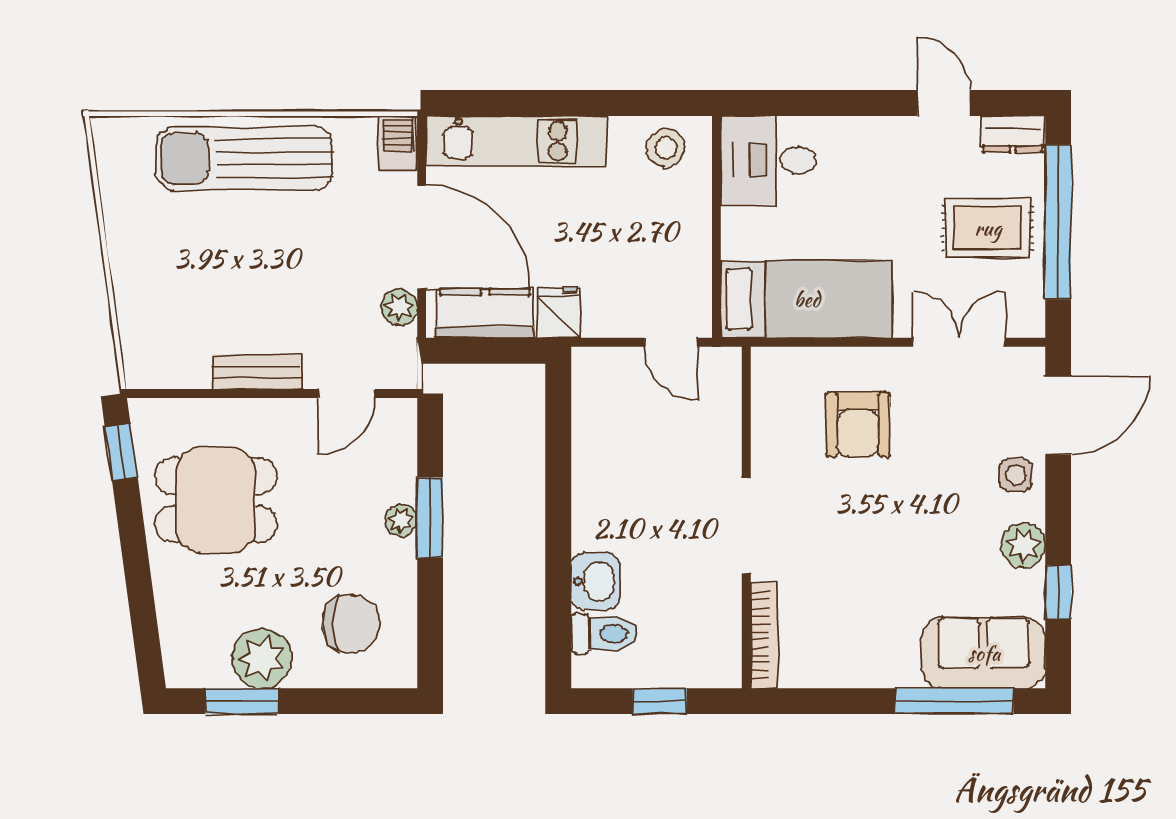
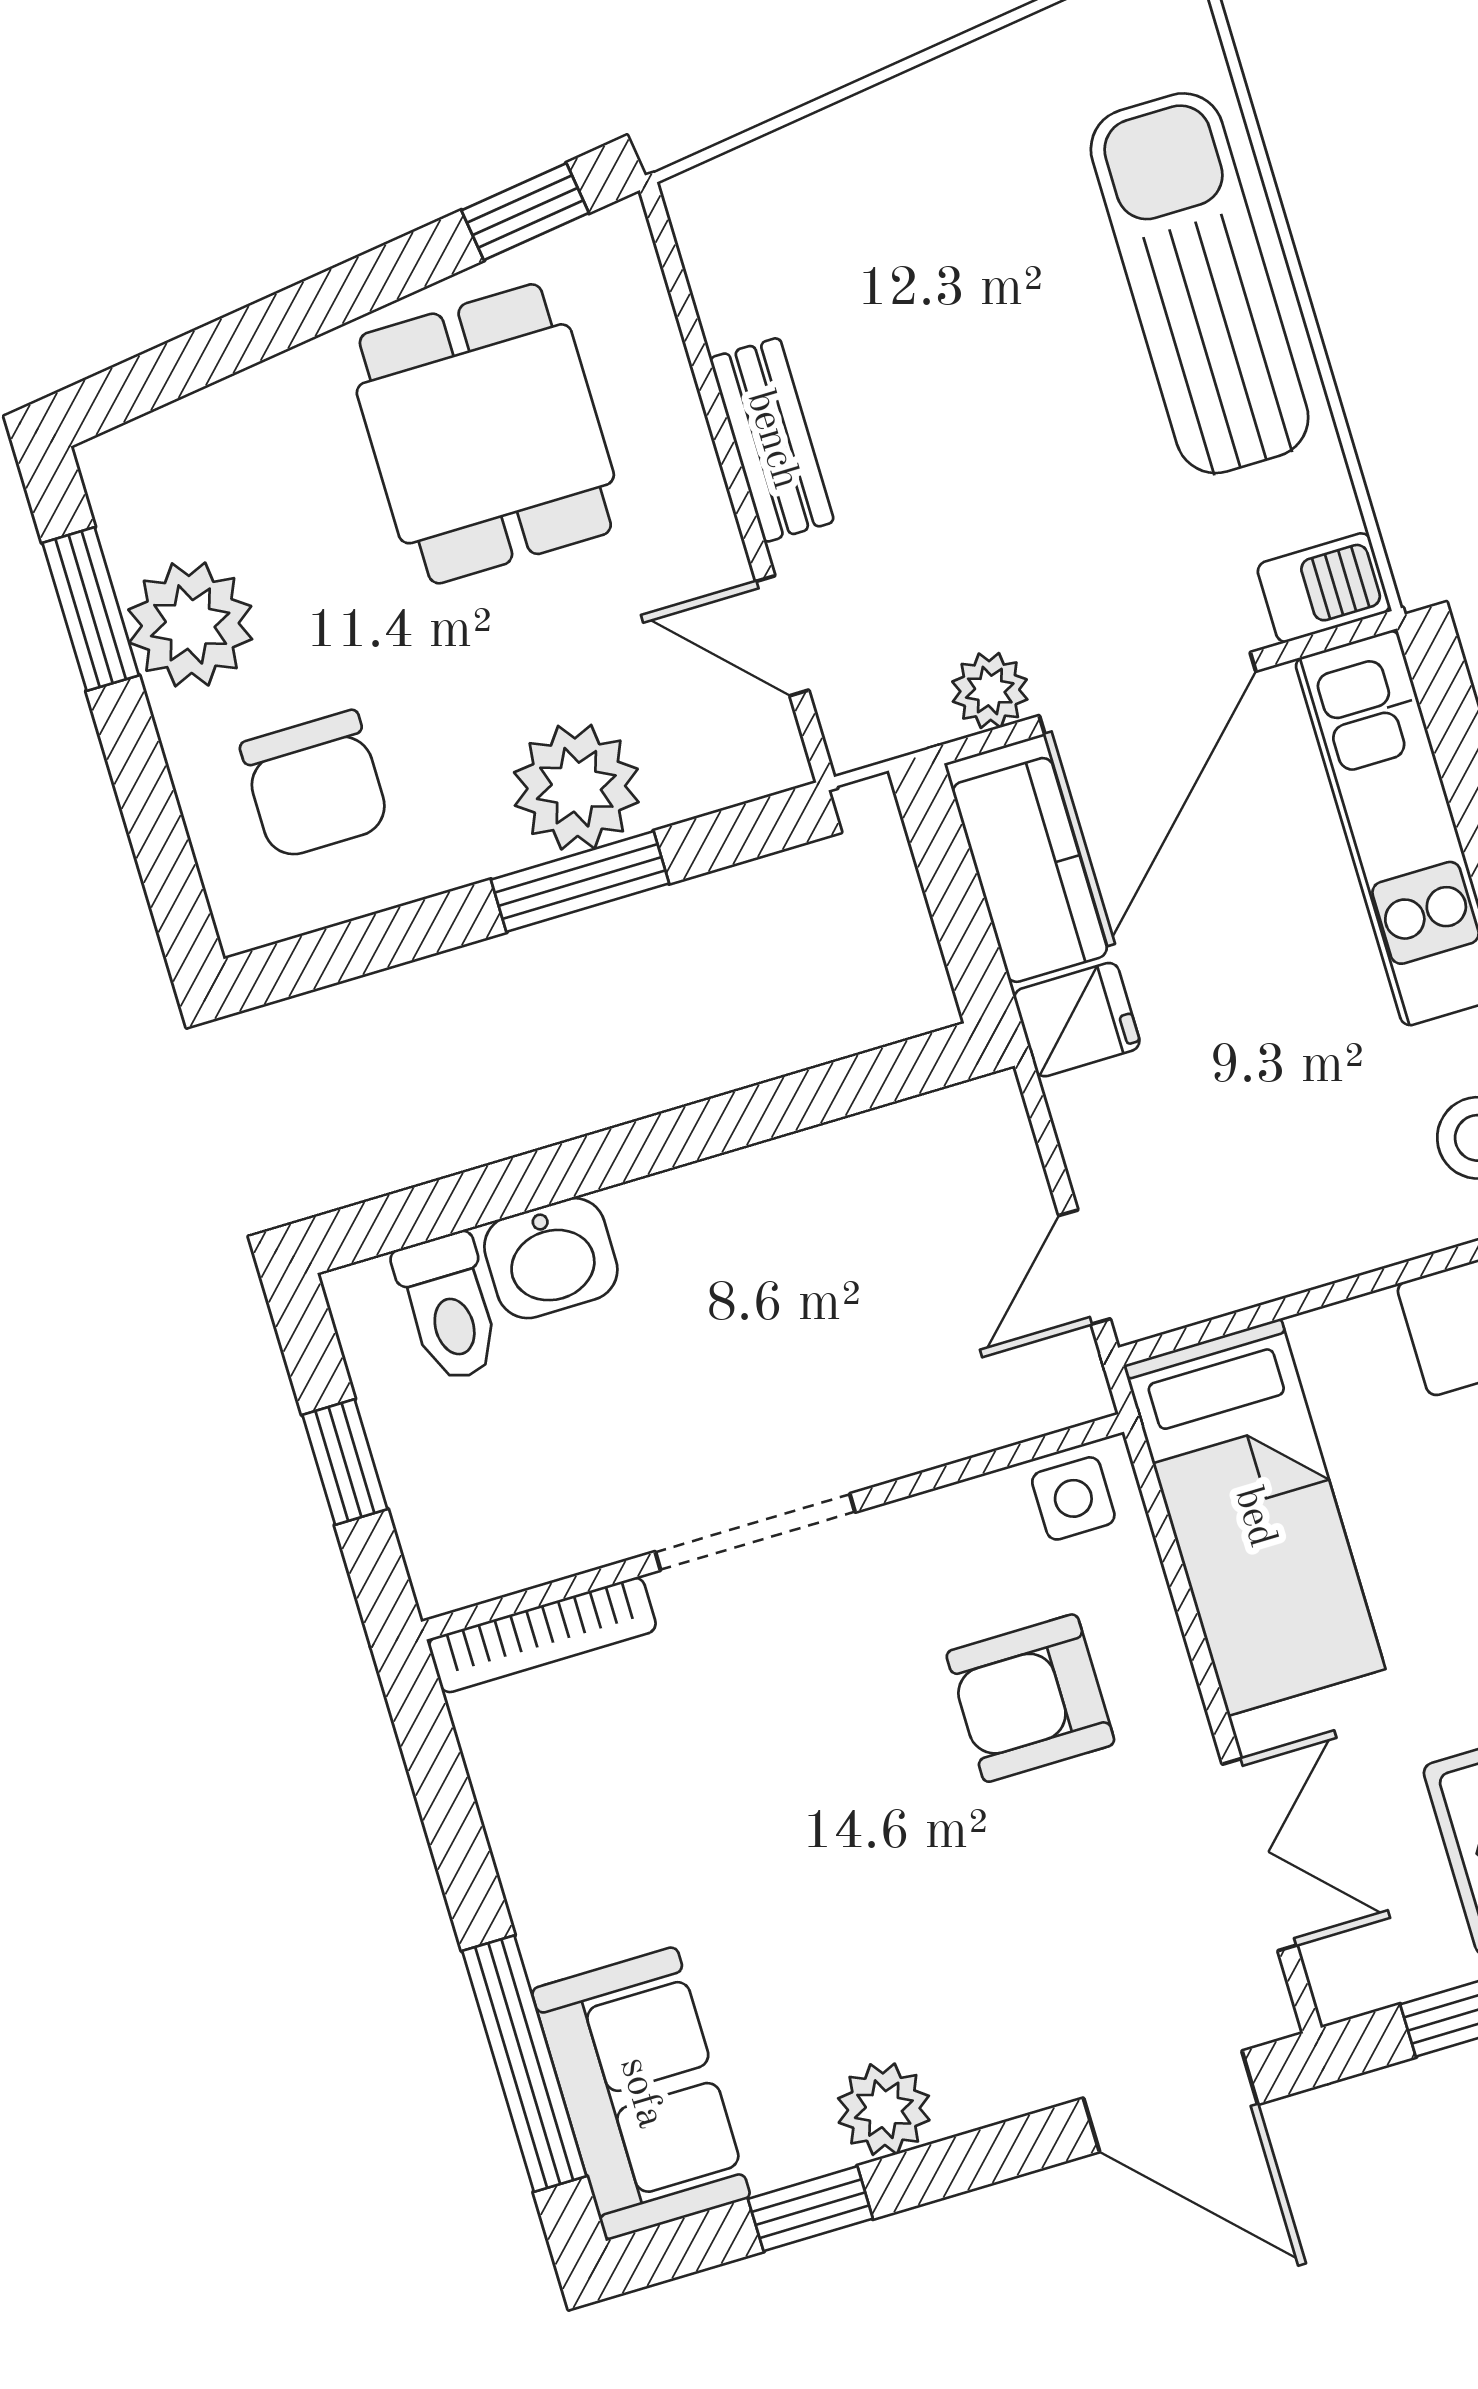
side table: (1016, 475) -> (1073, 1498), moved
plant: (401, 521) -> (576, 787), width x1.87, depth x1.87

